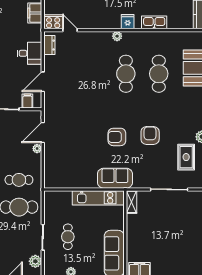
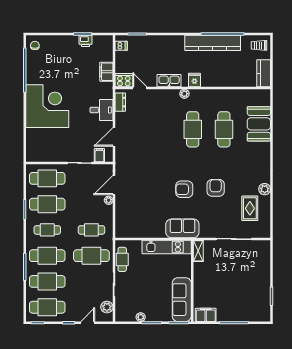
kitchen sink: (154, 22) -> (169, 81), moved
cafe table: (68, 237) -> (122, 259), moved

